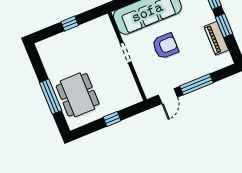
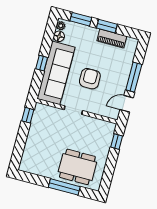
window: (70, 24) -> (28, 115), moved
door: (168, 96) -> (127, 104), swing flipped
window: (112, 119) -> (117, 142), moved

